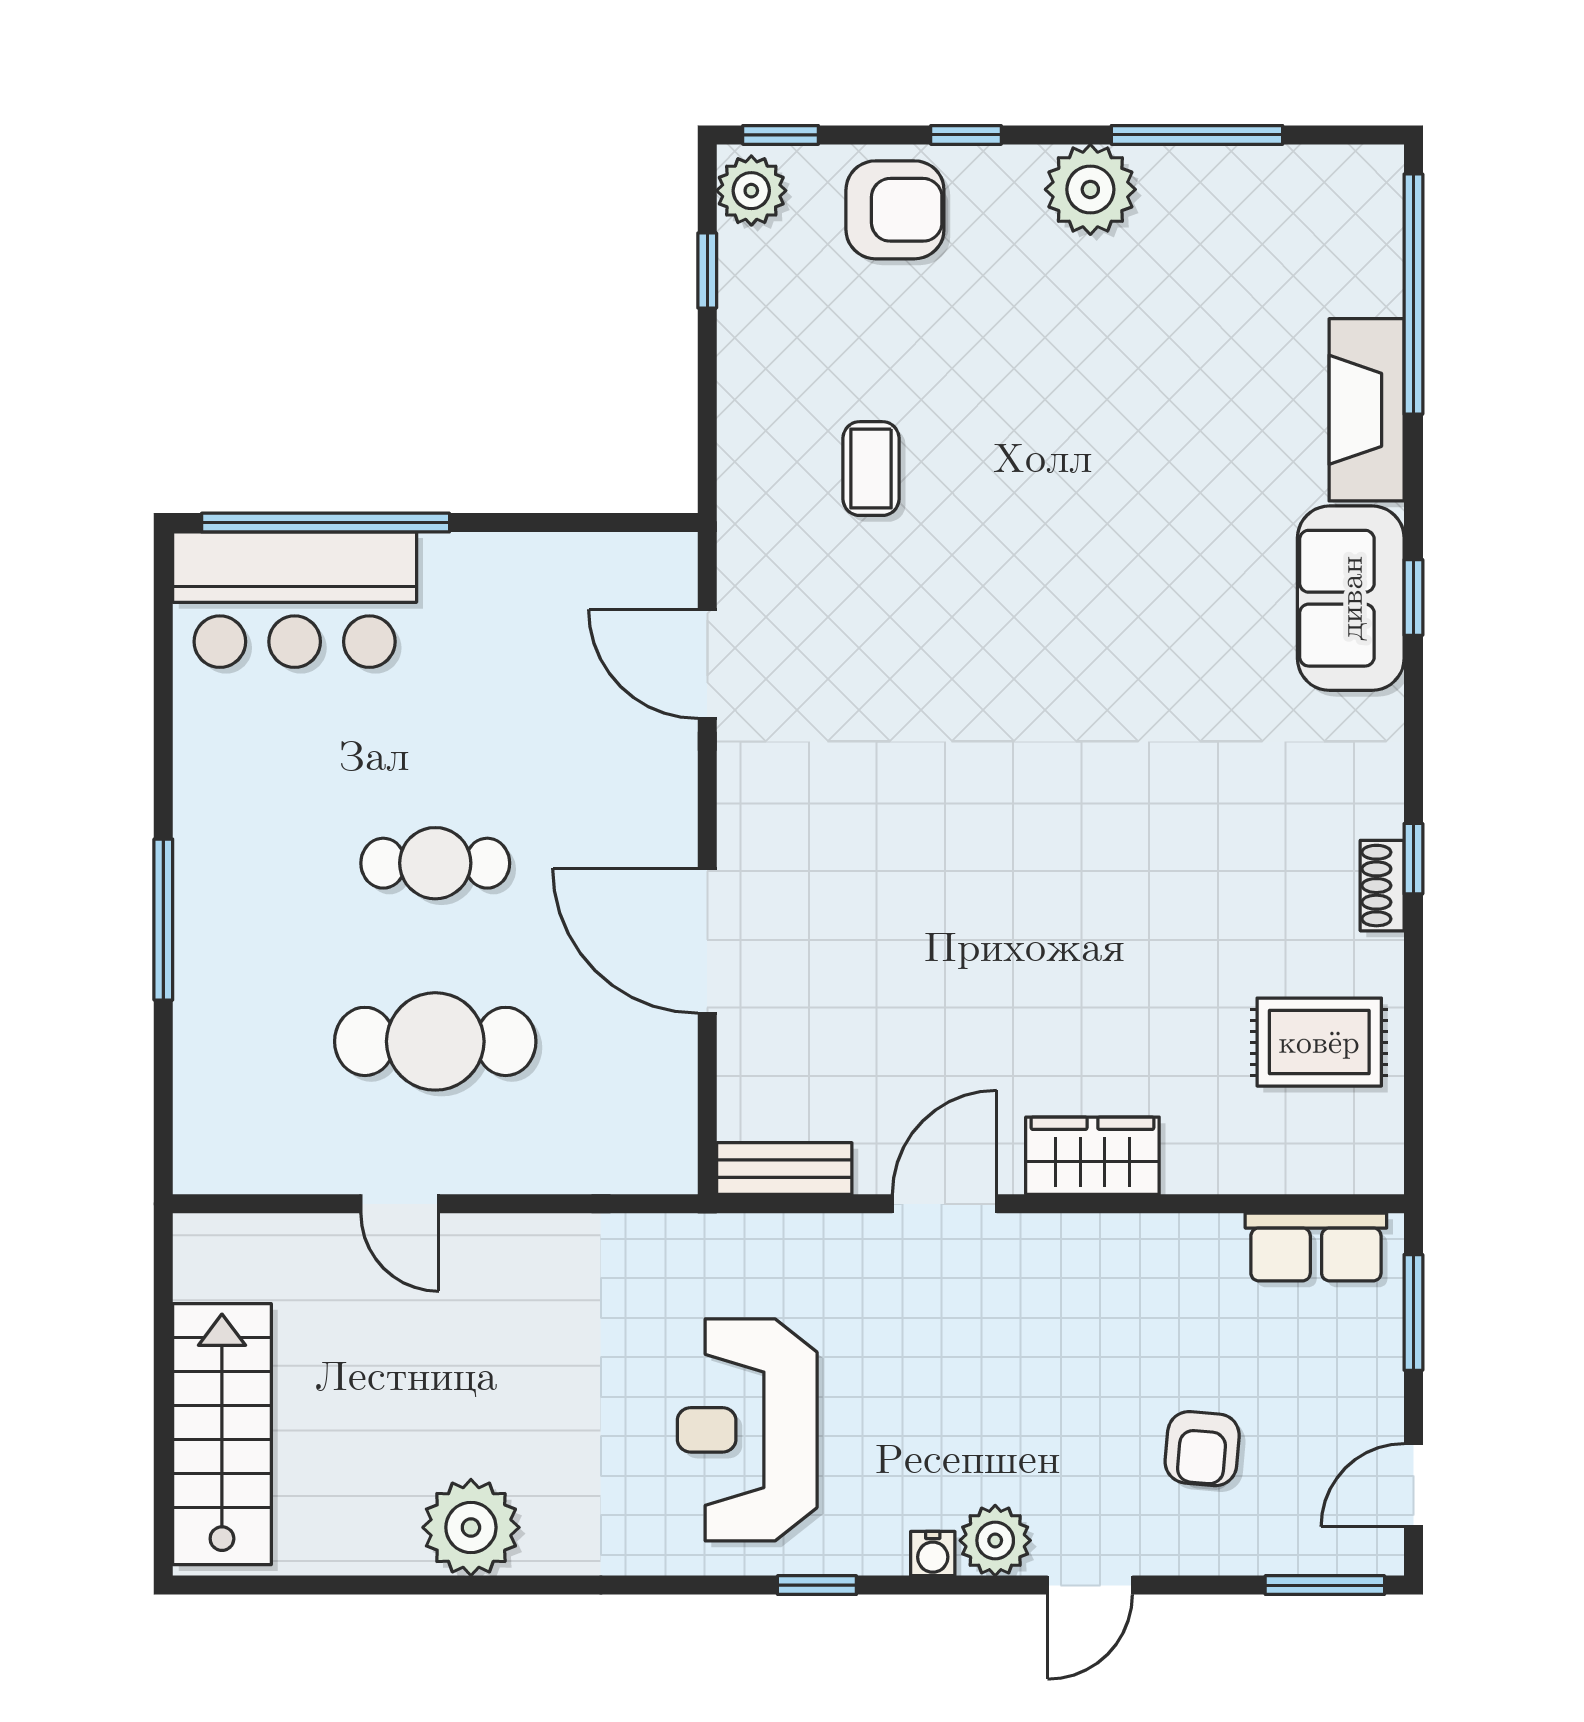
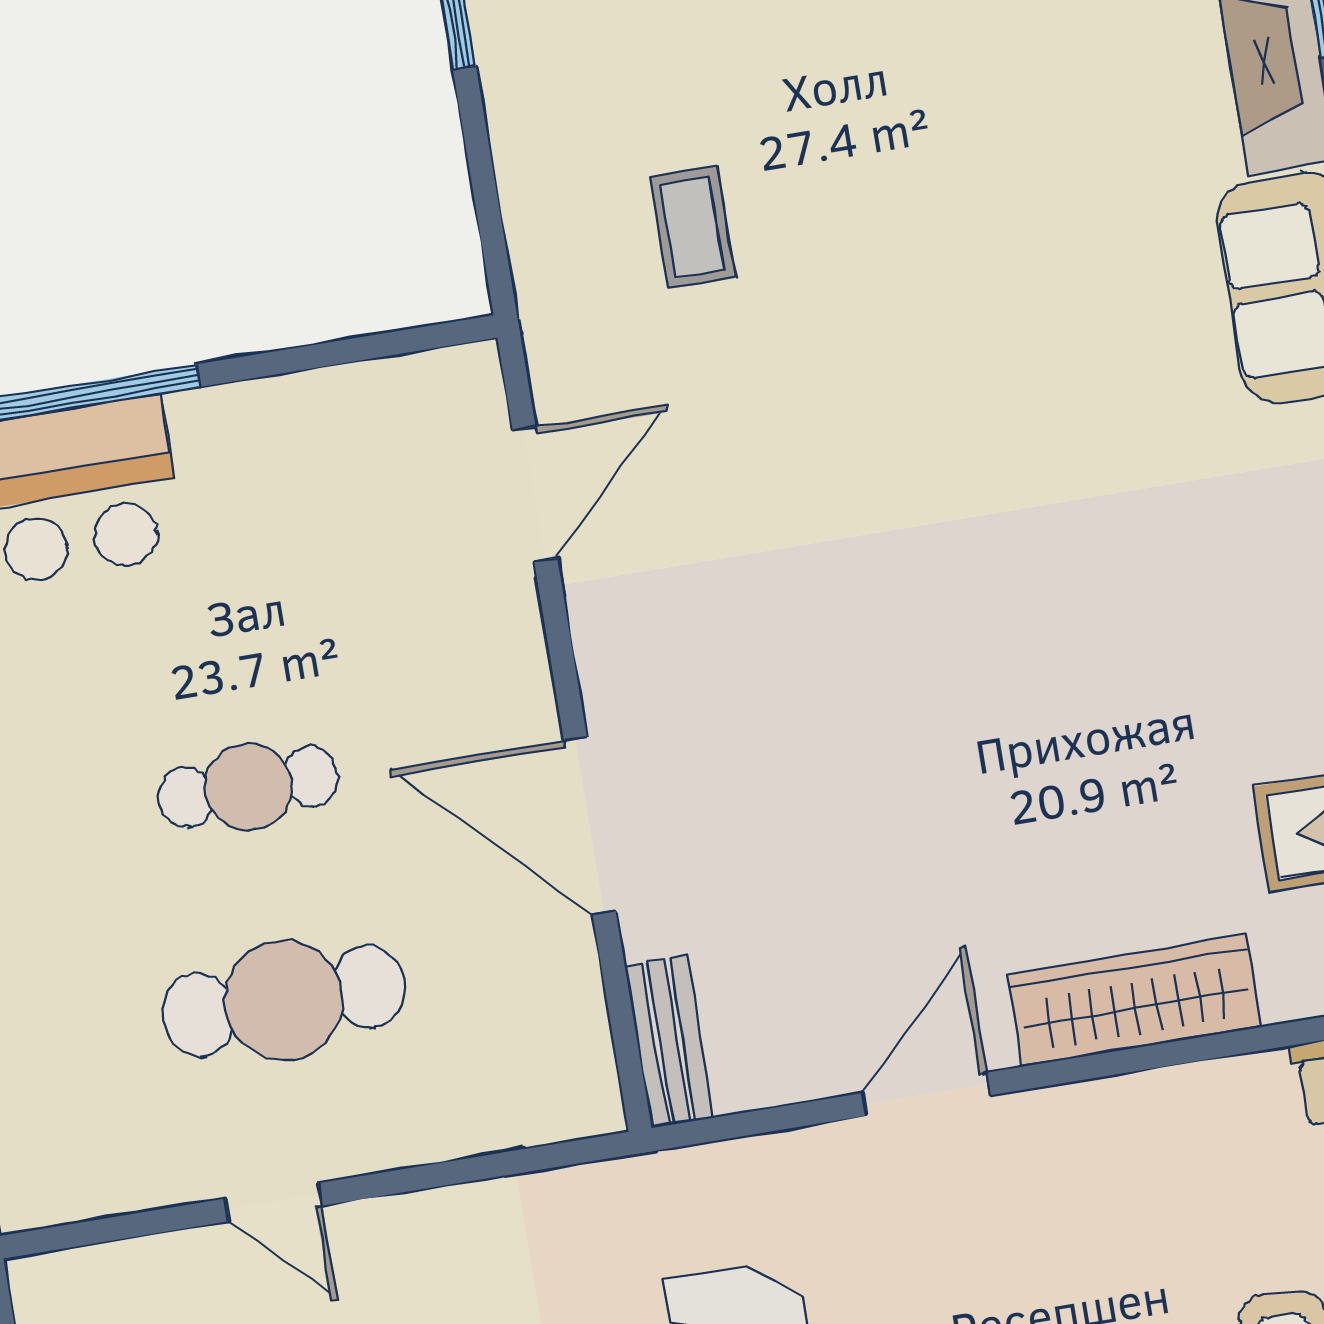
door: (707, 664) -> (535, 494), swing flipped
wardrobe: (1092, 1156) -> (1134, 1001), width x1.50
bench: (784, 1169) -> (669, 1042), moved, turned 90

